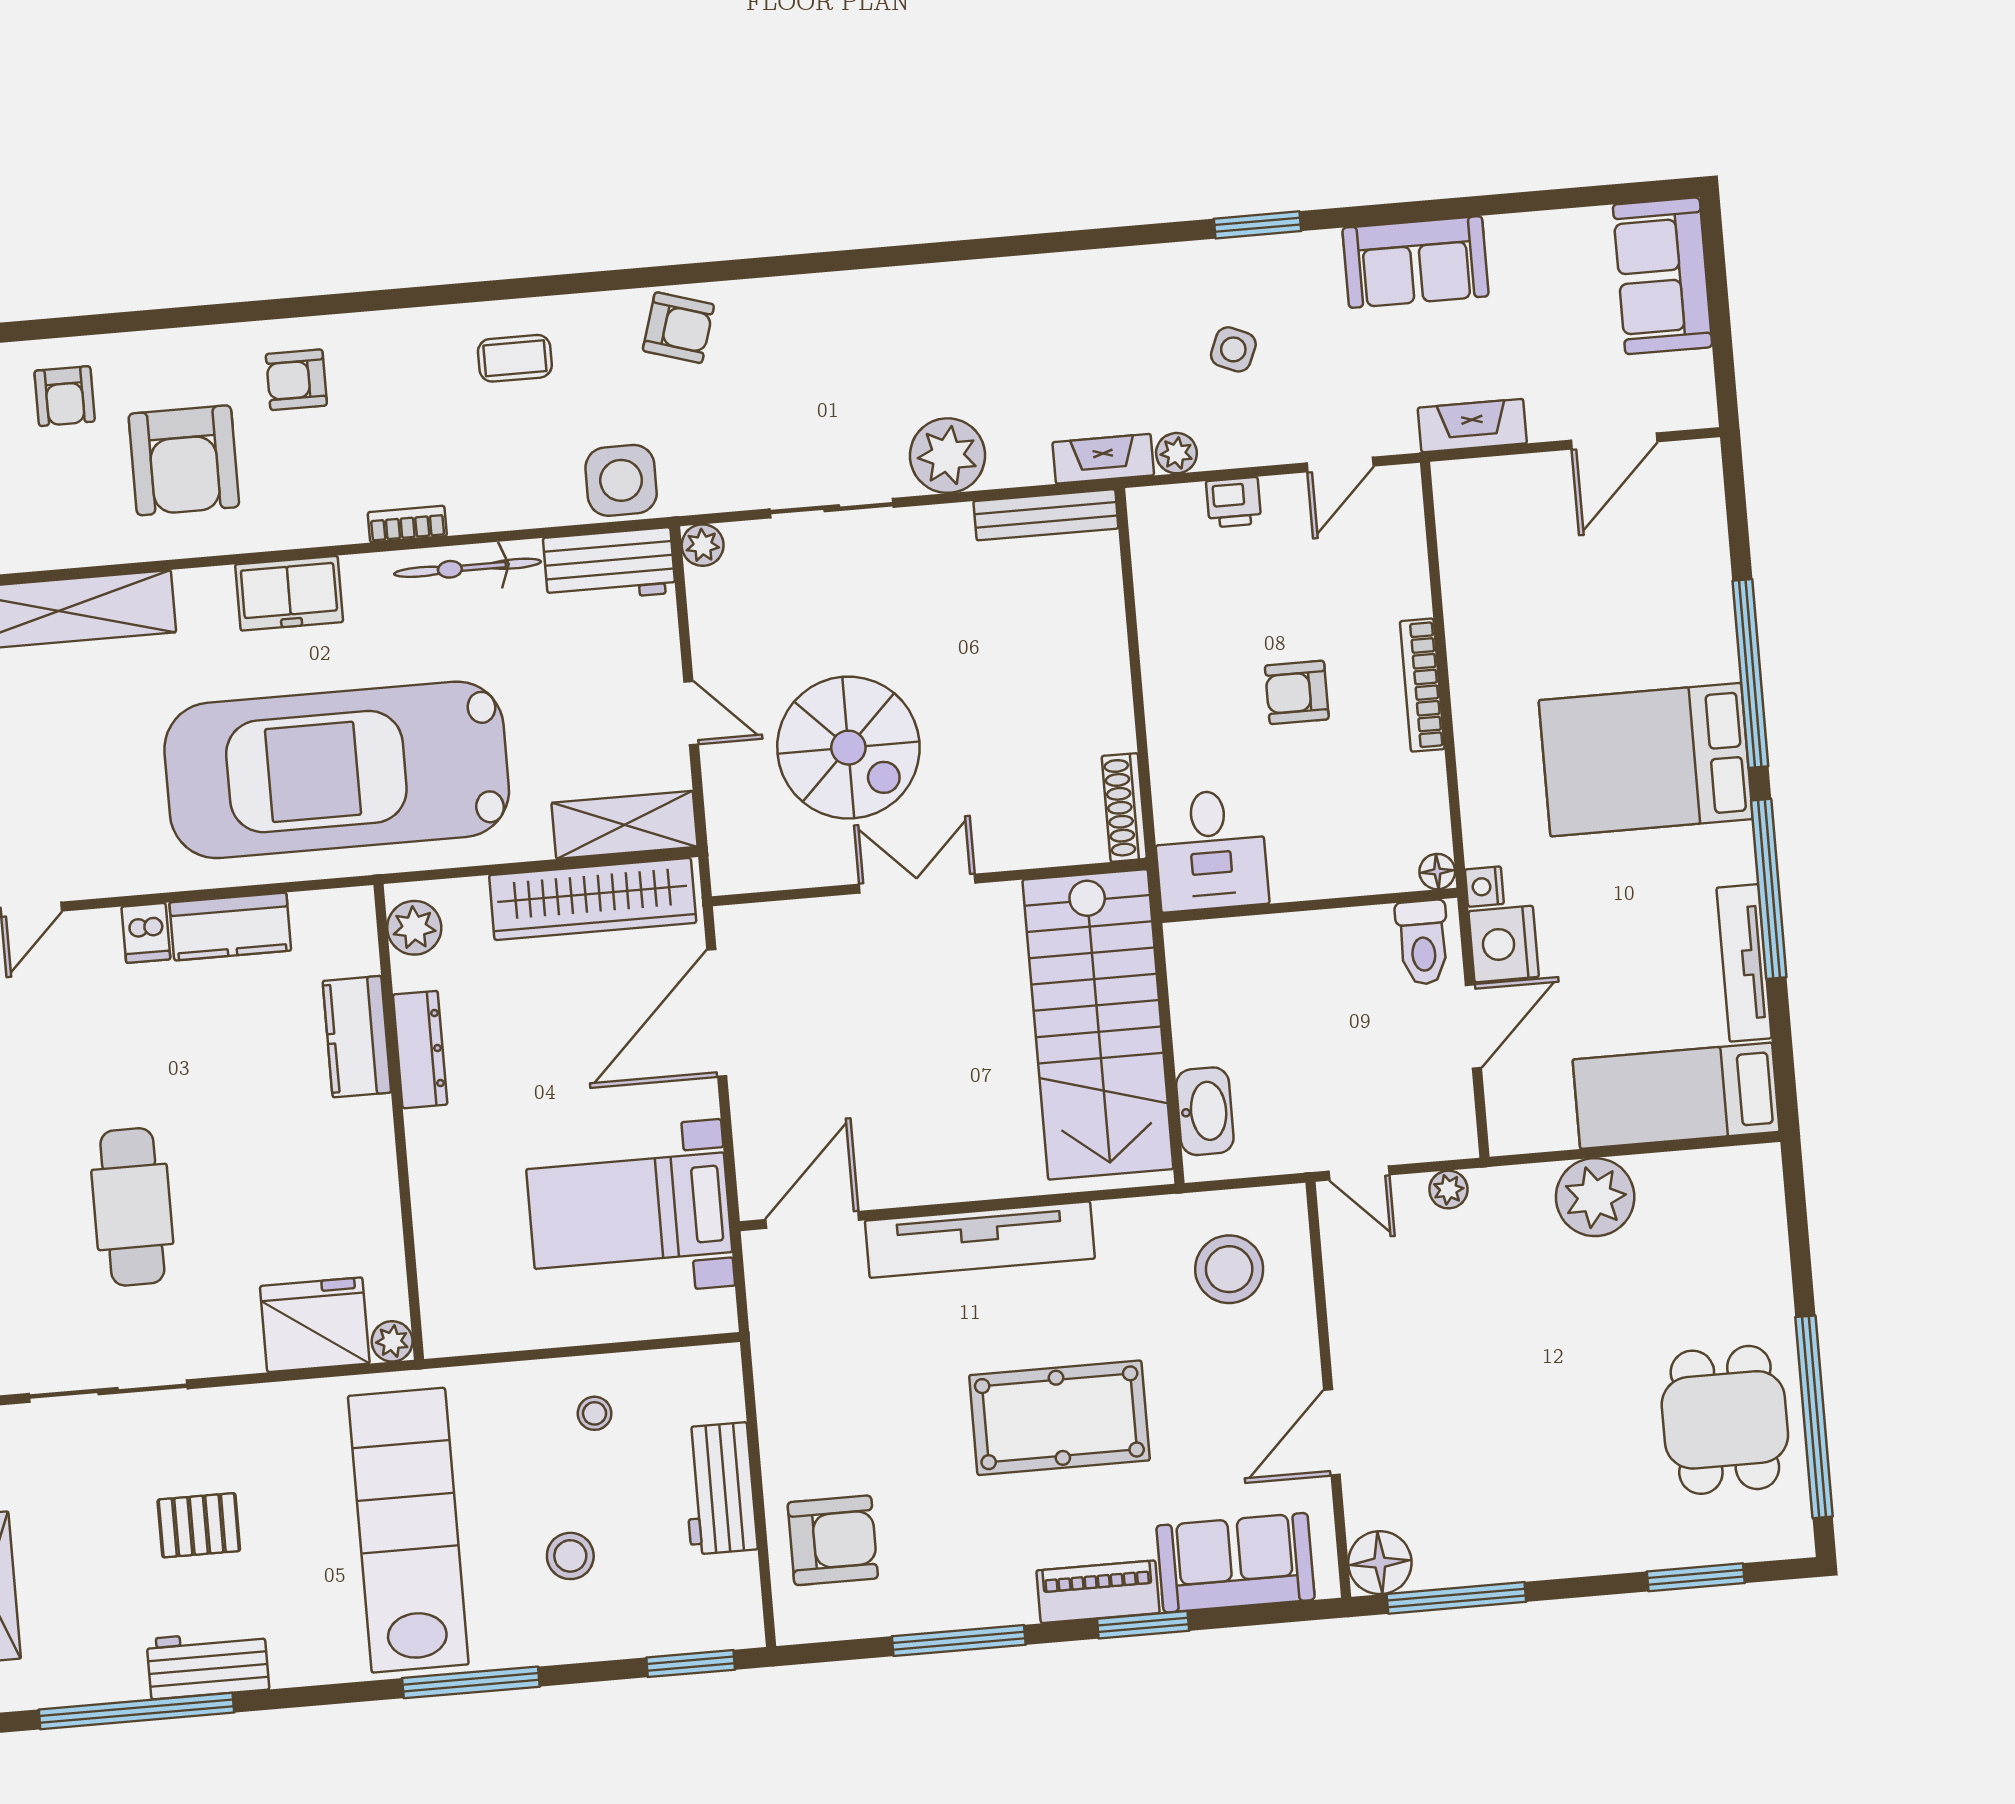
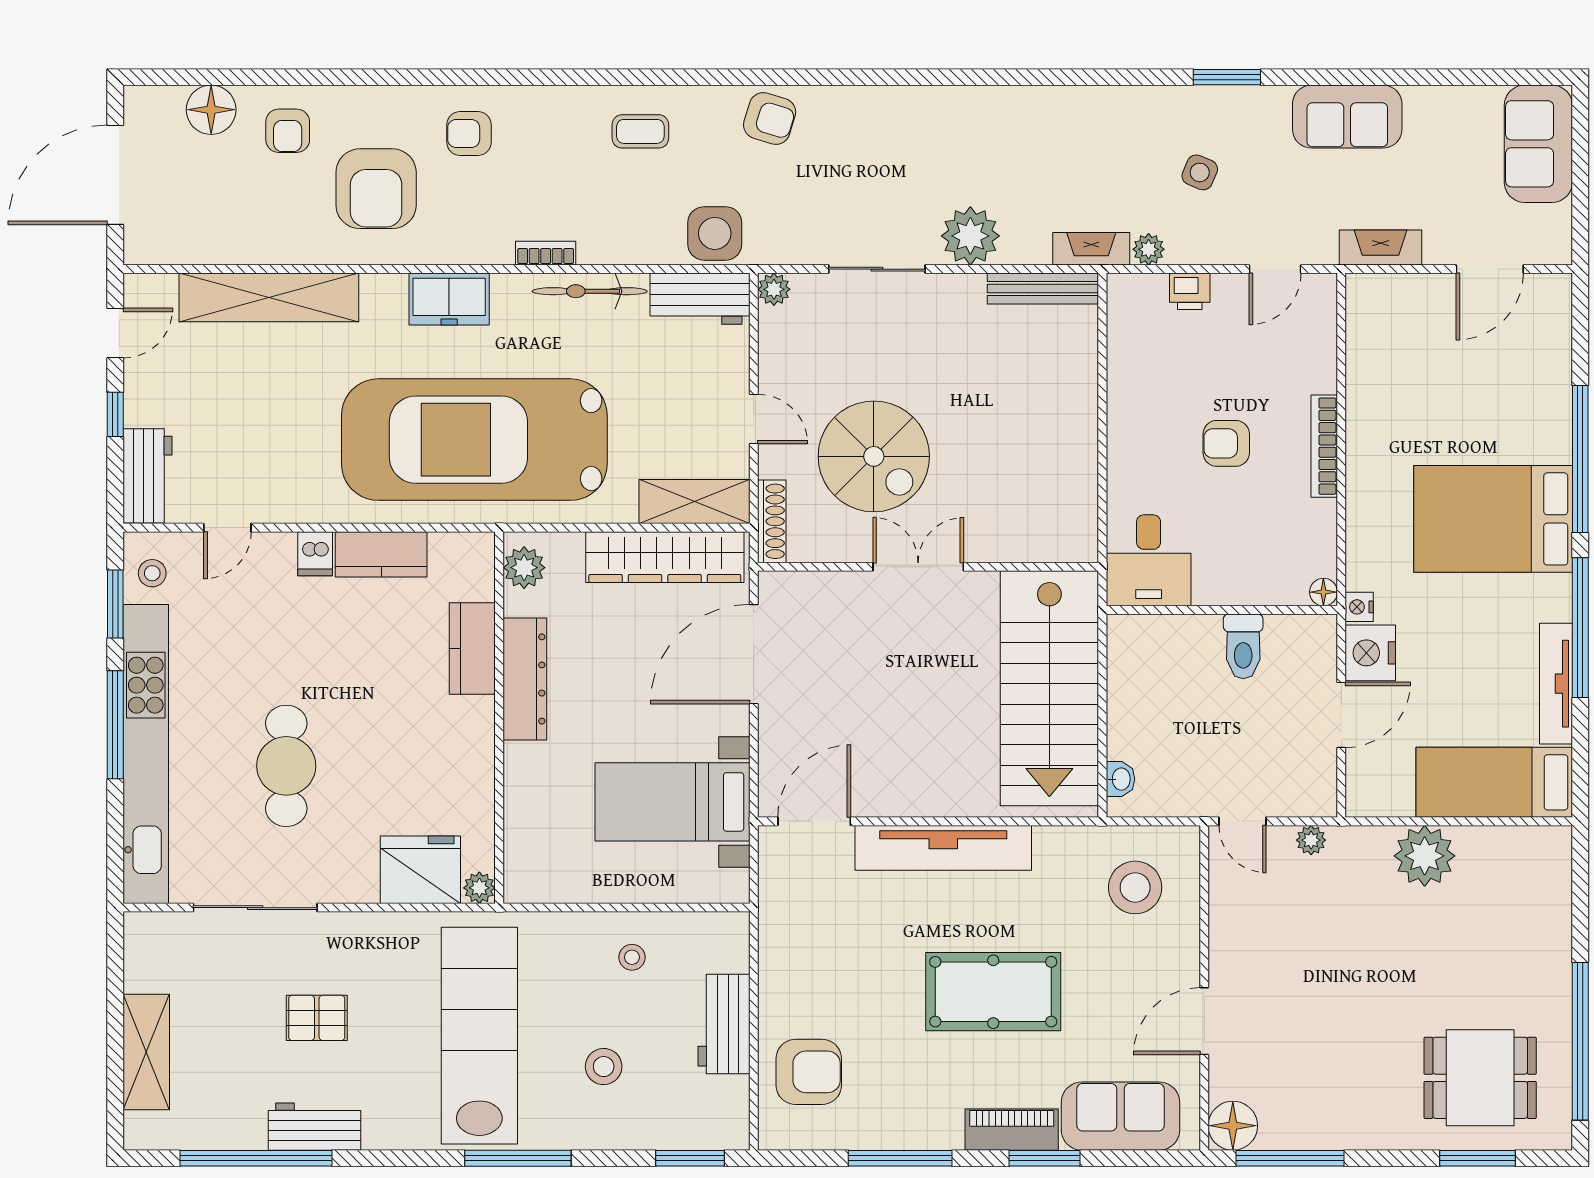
shoe rack: (1124, 807) -> (772, 521), moved, turned 180
toilet: (1423, 942) -> (1243, 646), moved
dresser: (420, 1050) -> (525, 679), width x1.37, depth x1.24
washbasin: (1205, 1111) -> (1120, 779), width x0.52, depth x0.69
dining table: (1725, 1420) -> (1480, 1078), moved, turned 90

